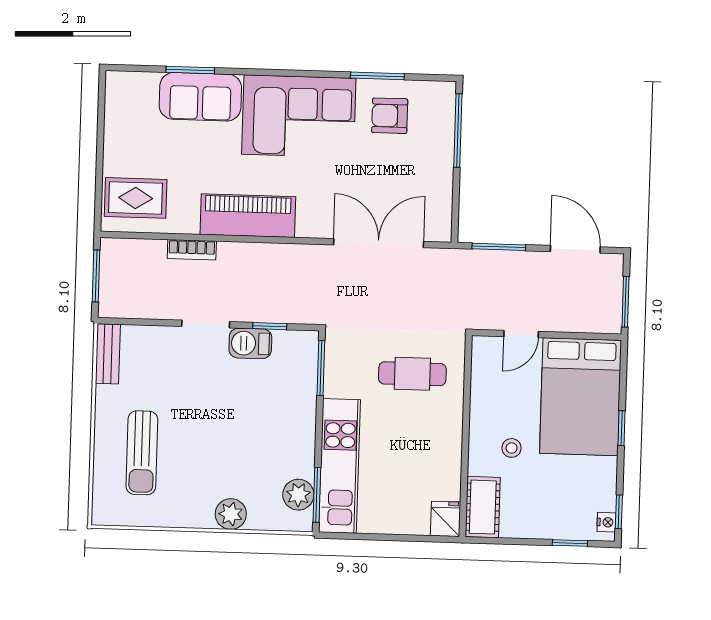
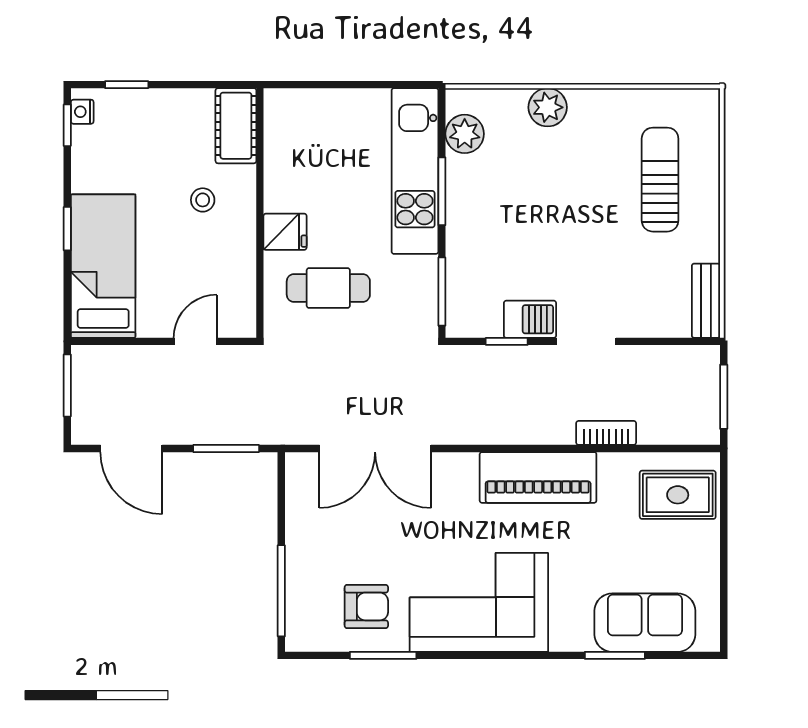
sofa: (200, 97) -> (645, 623), moved
bed: (580, 397) -> (103, 266), width x0.67
window: (317, 495) -> (442, 191), moved
fridge: (446, 519) -> (285, 232), moved, turned -90

